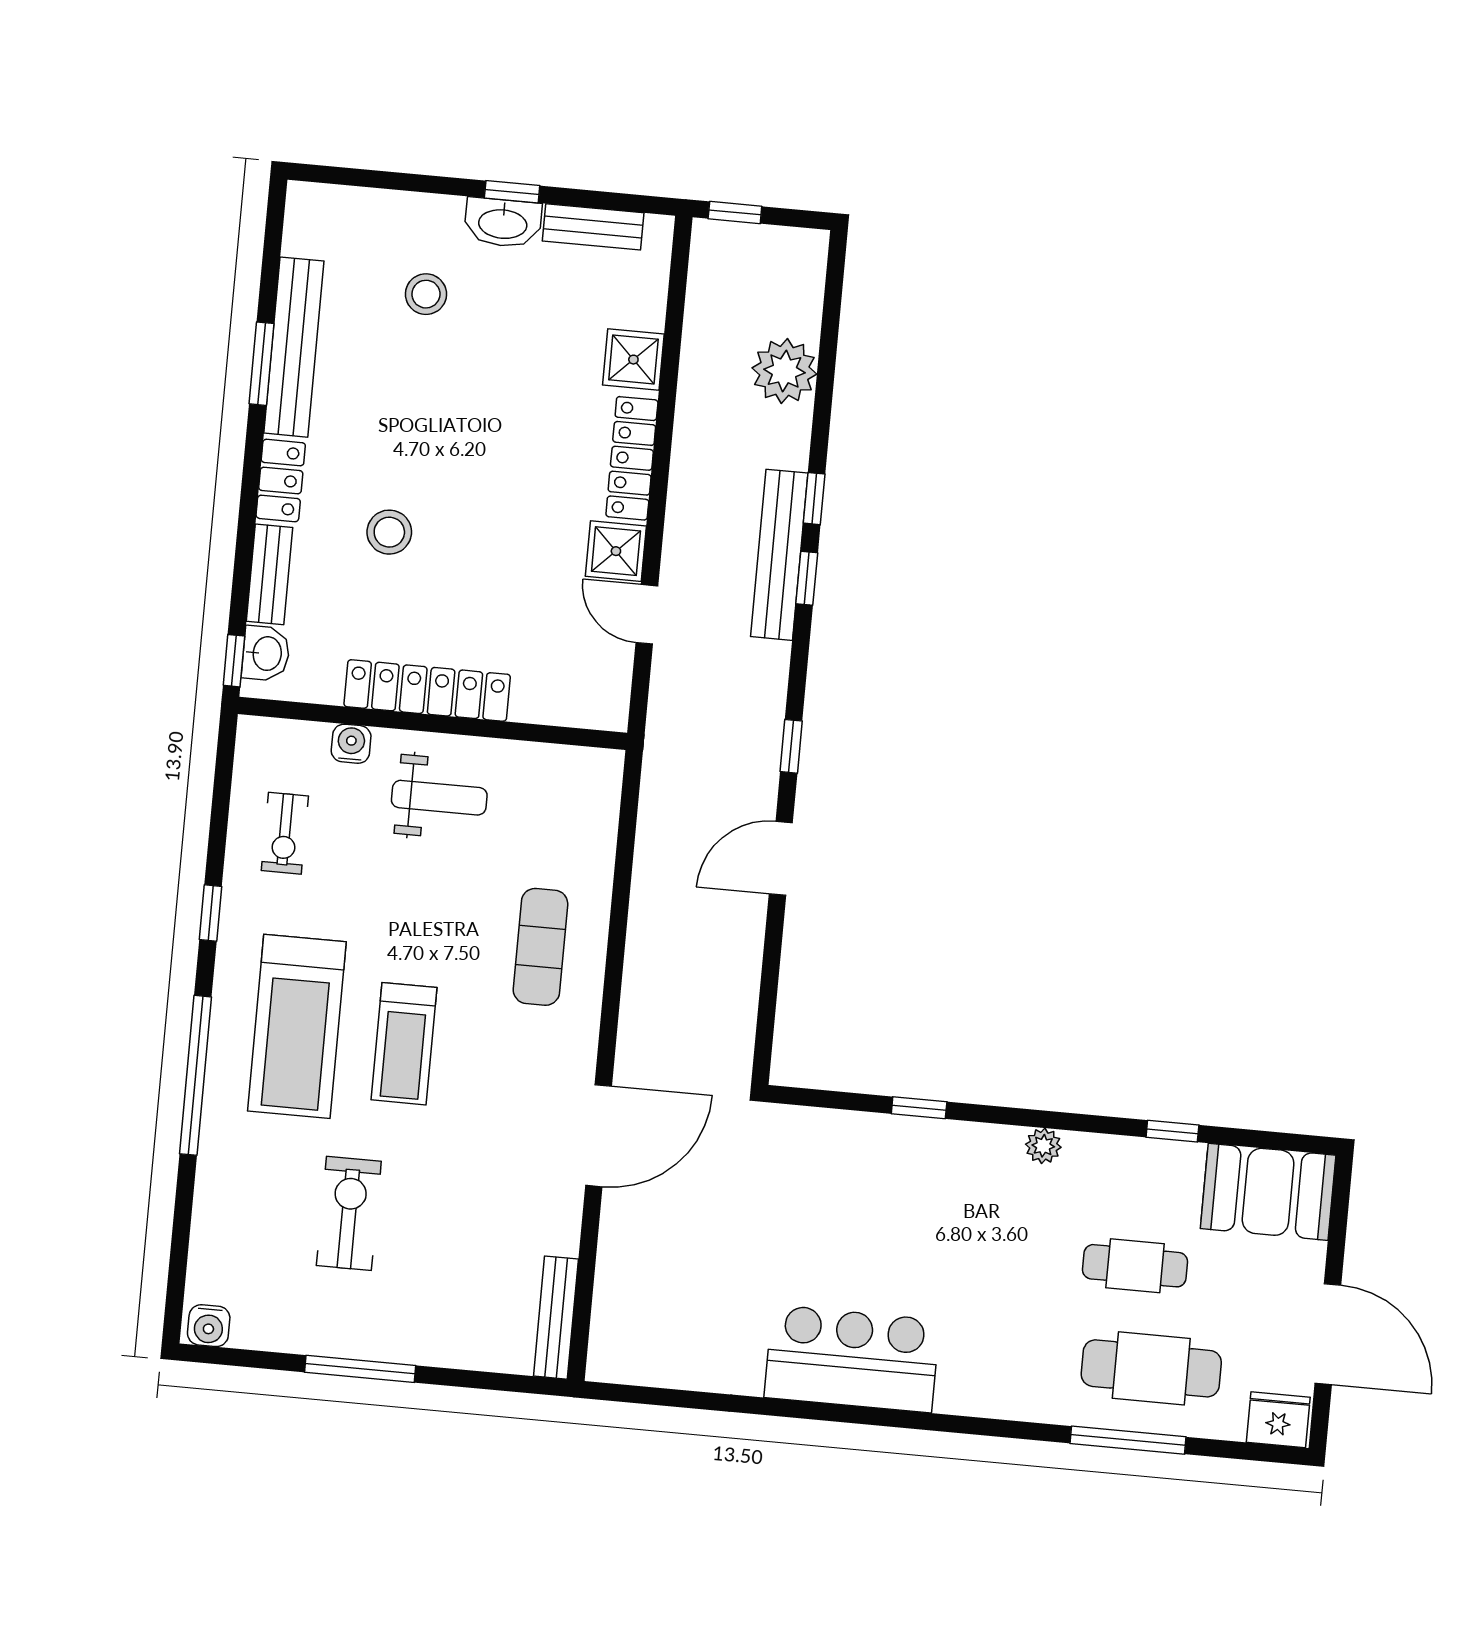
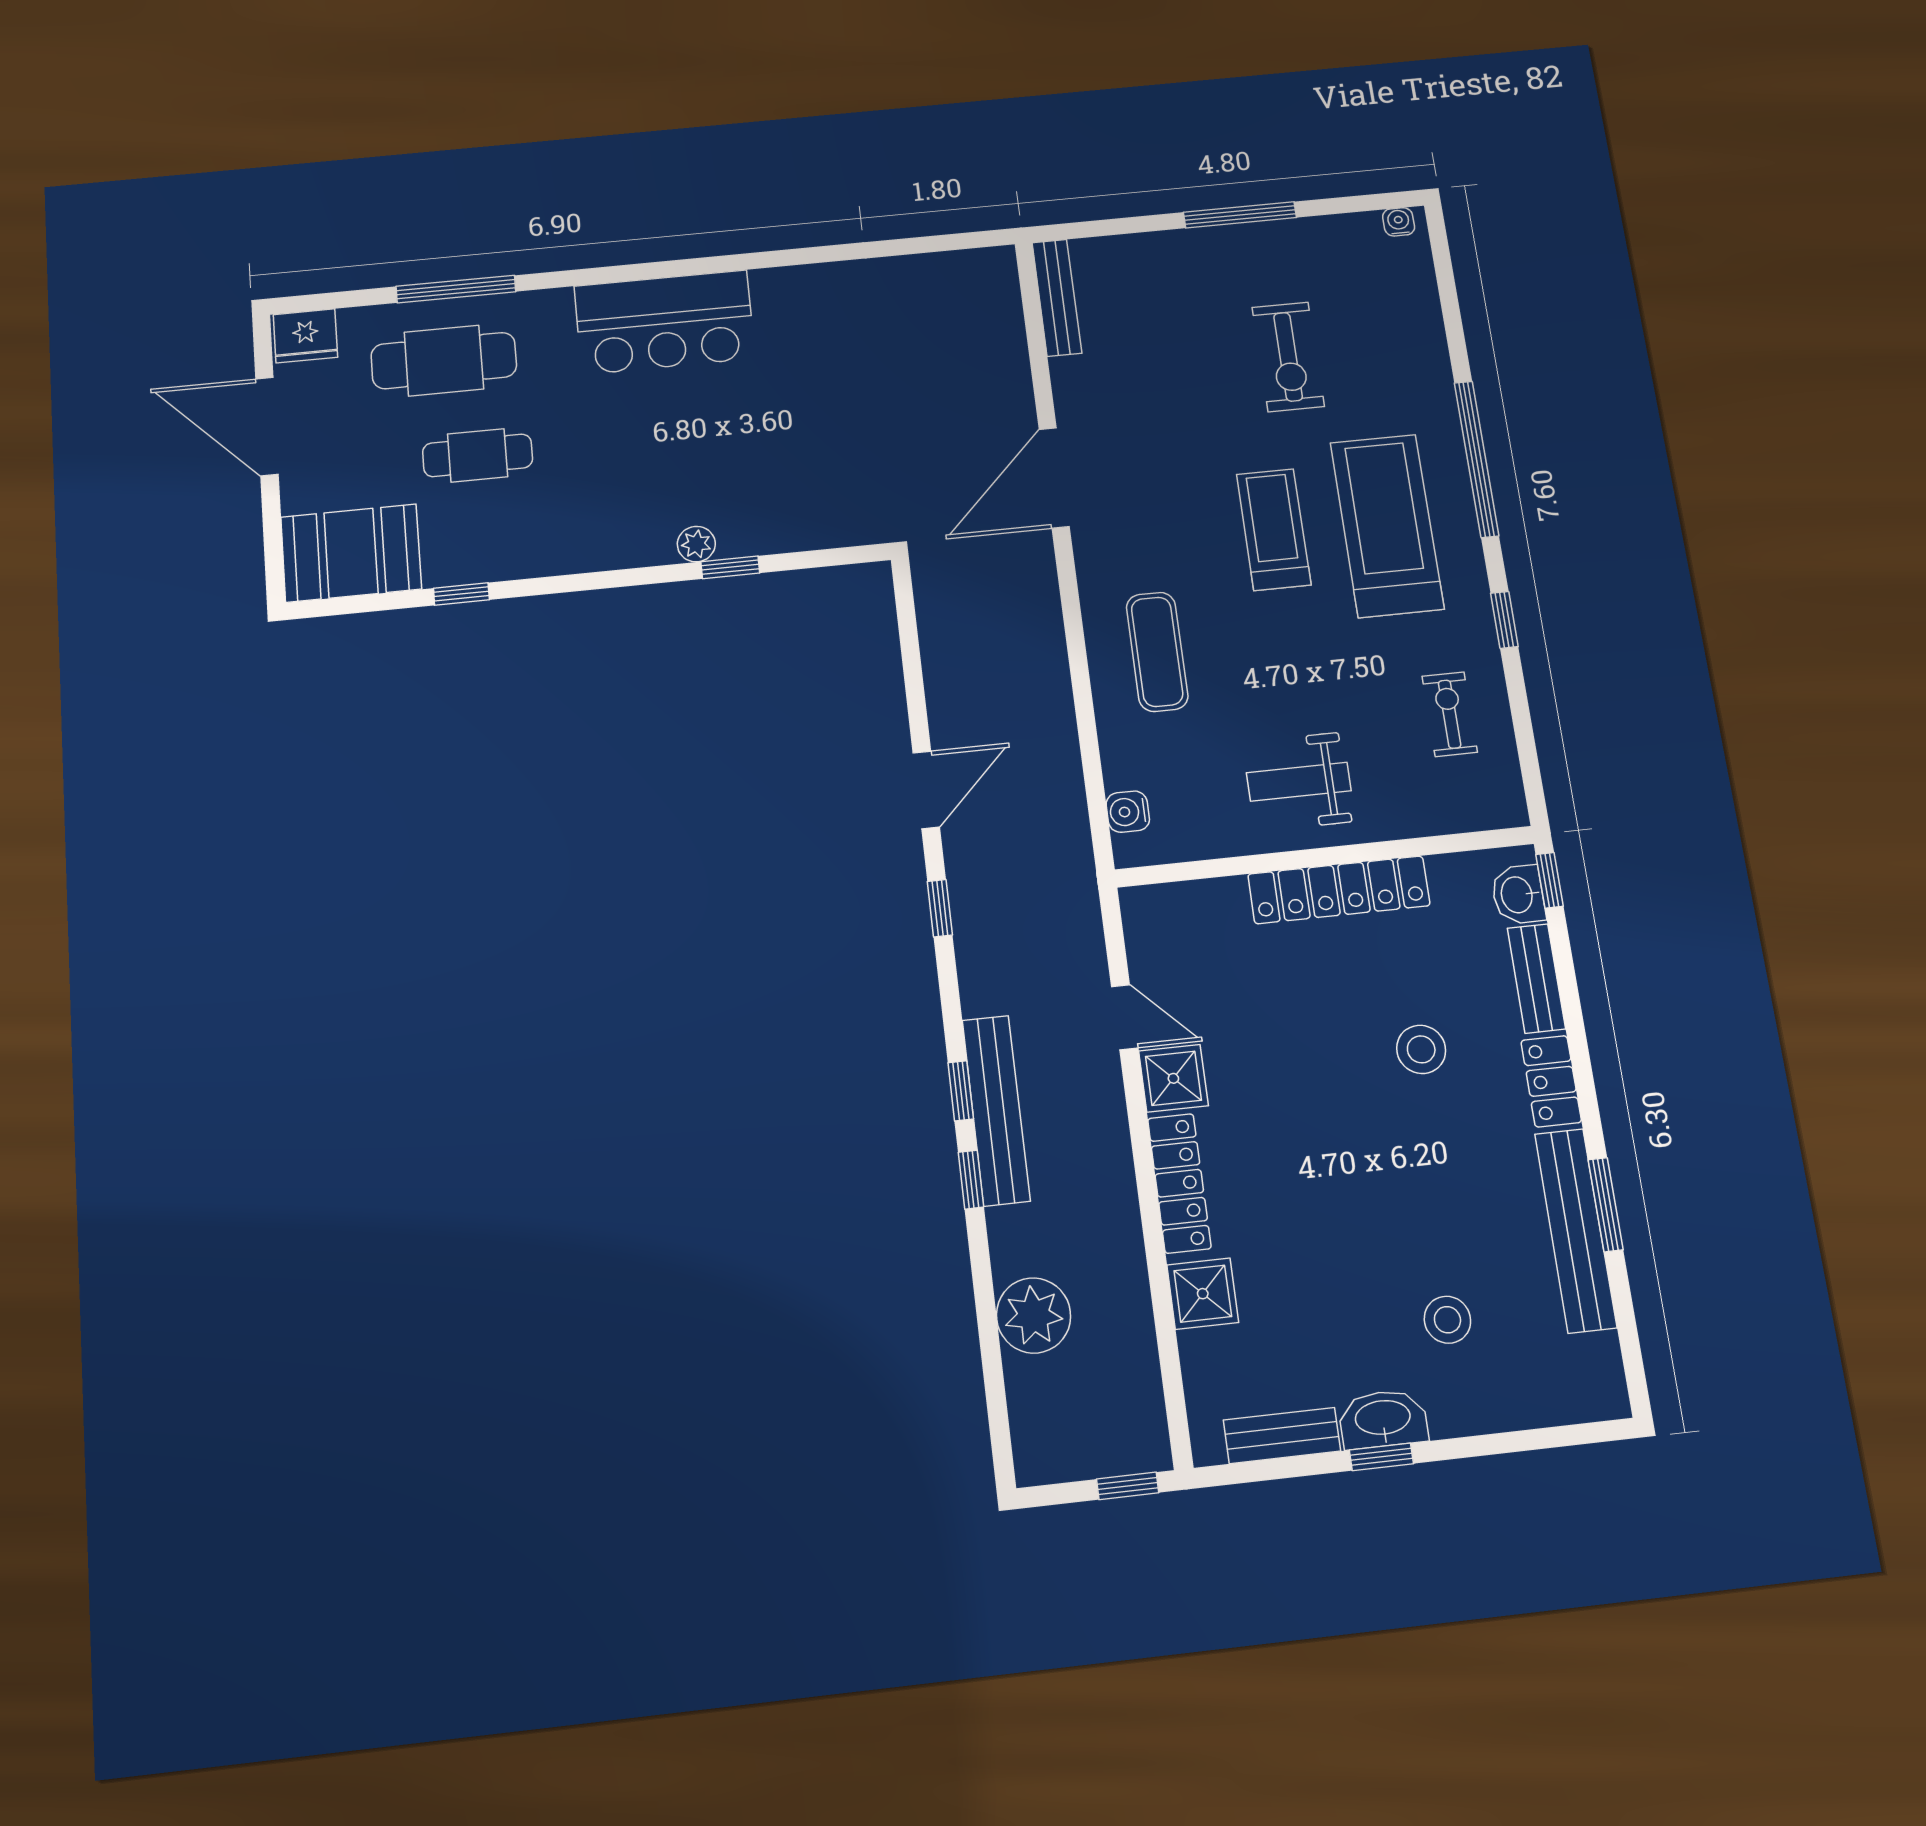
water cooler: (351, 744) -> (1128, 812), moved, turned 90
plant: (1043, 1146) -> (696, 544), moved
water cooler: (209, 1326) -> (1399, 222), width x0.72, depth x0.72
bar counter: (852, 1359) -> (665, 322), moved

